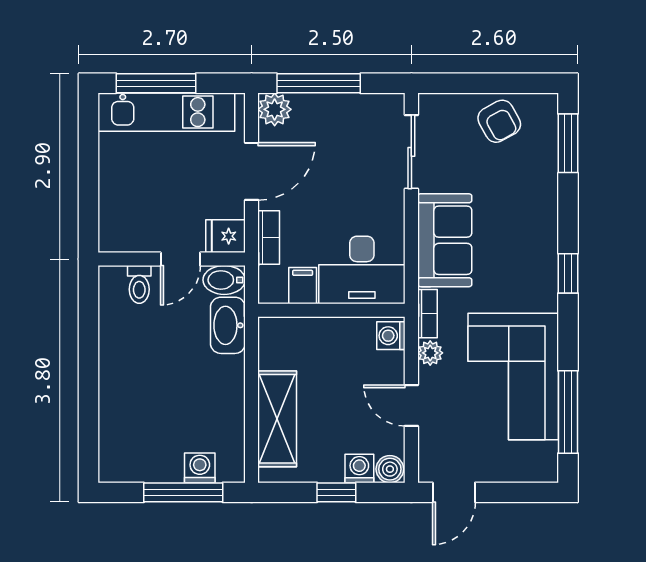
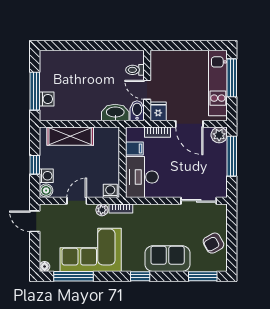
sofa: (445, 240) -> (168, 259), moved, turned 180
floor lamp: (548, 472) -> (45, 266), added

